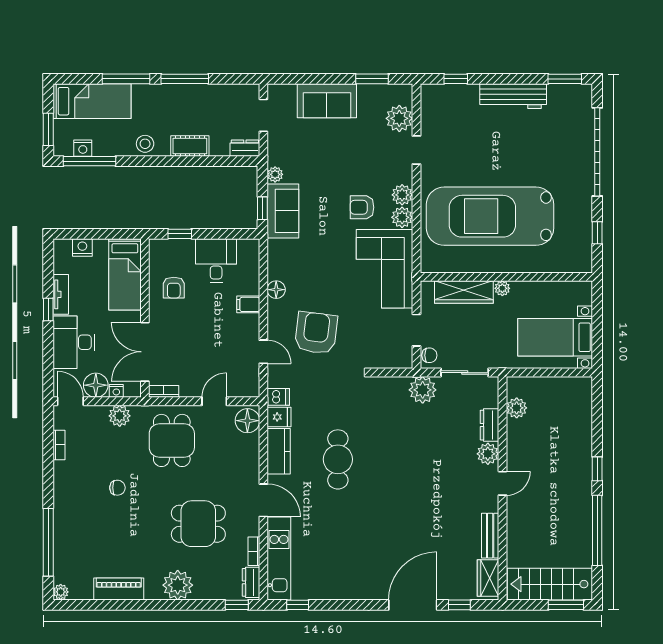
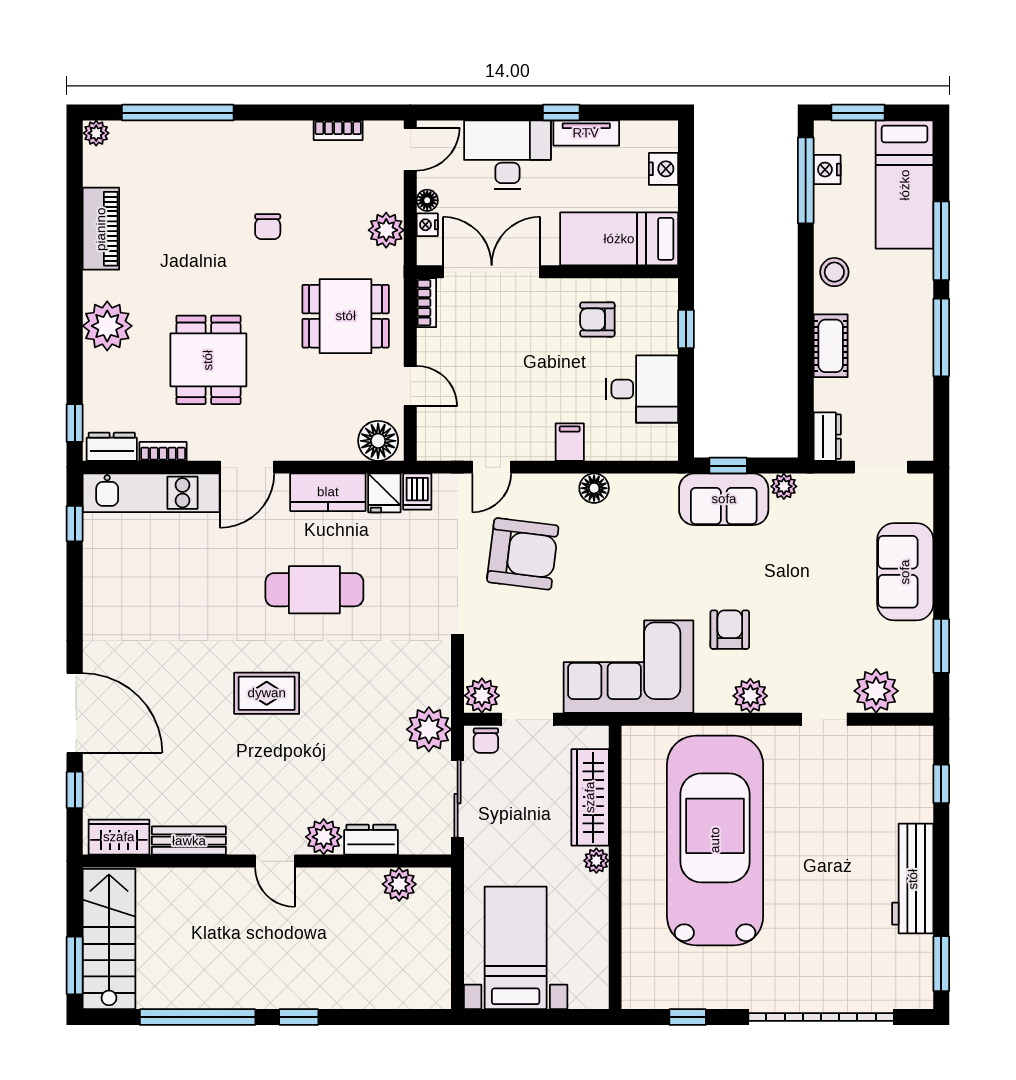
plant: (402, 217) -> (482, 696), moved
floor lamp: (96, 385) -> (427, 200), width x0.53, depth x0.53
rug: (401, 488) -> (267, 693), added

